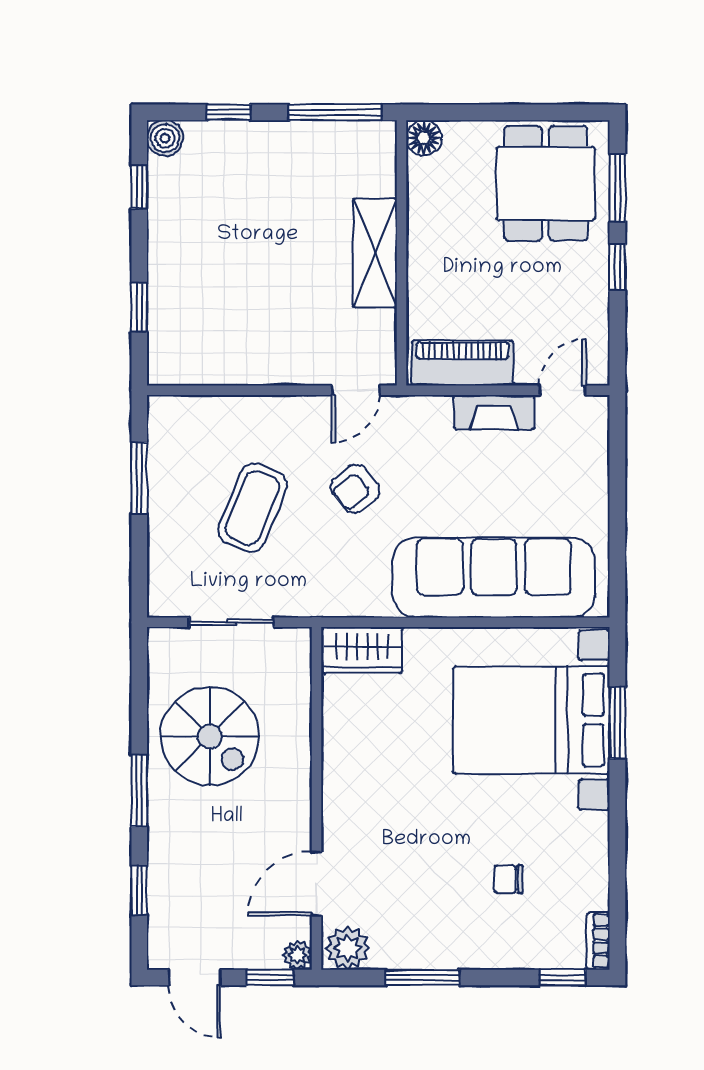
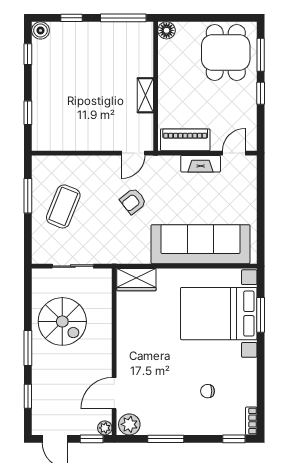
shelving: (375, 253) -> (145, 95), width x0.67, depth x0.75
coffee table: (253, 508) -> (63, 206), moved

